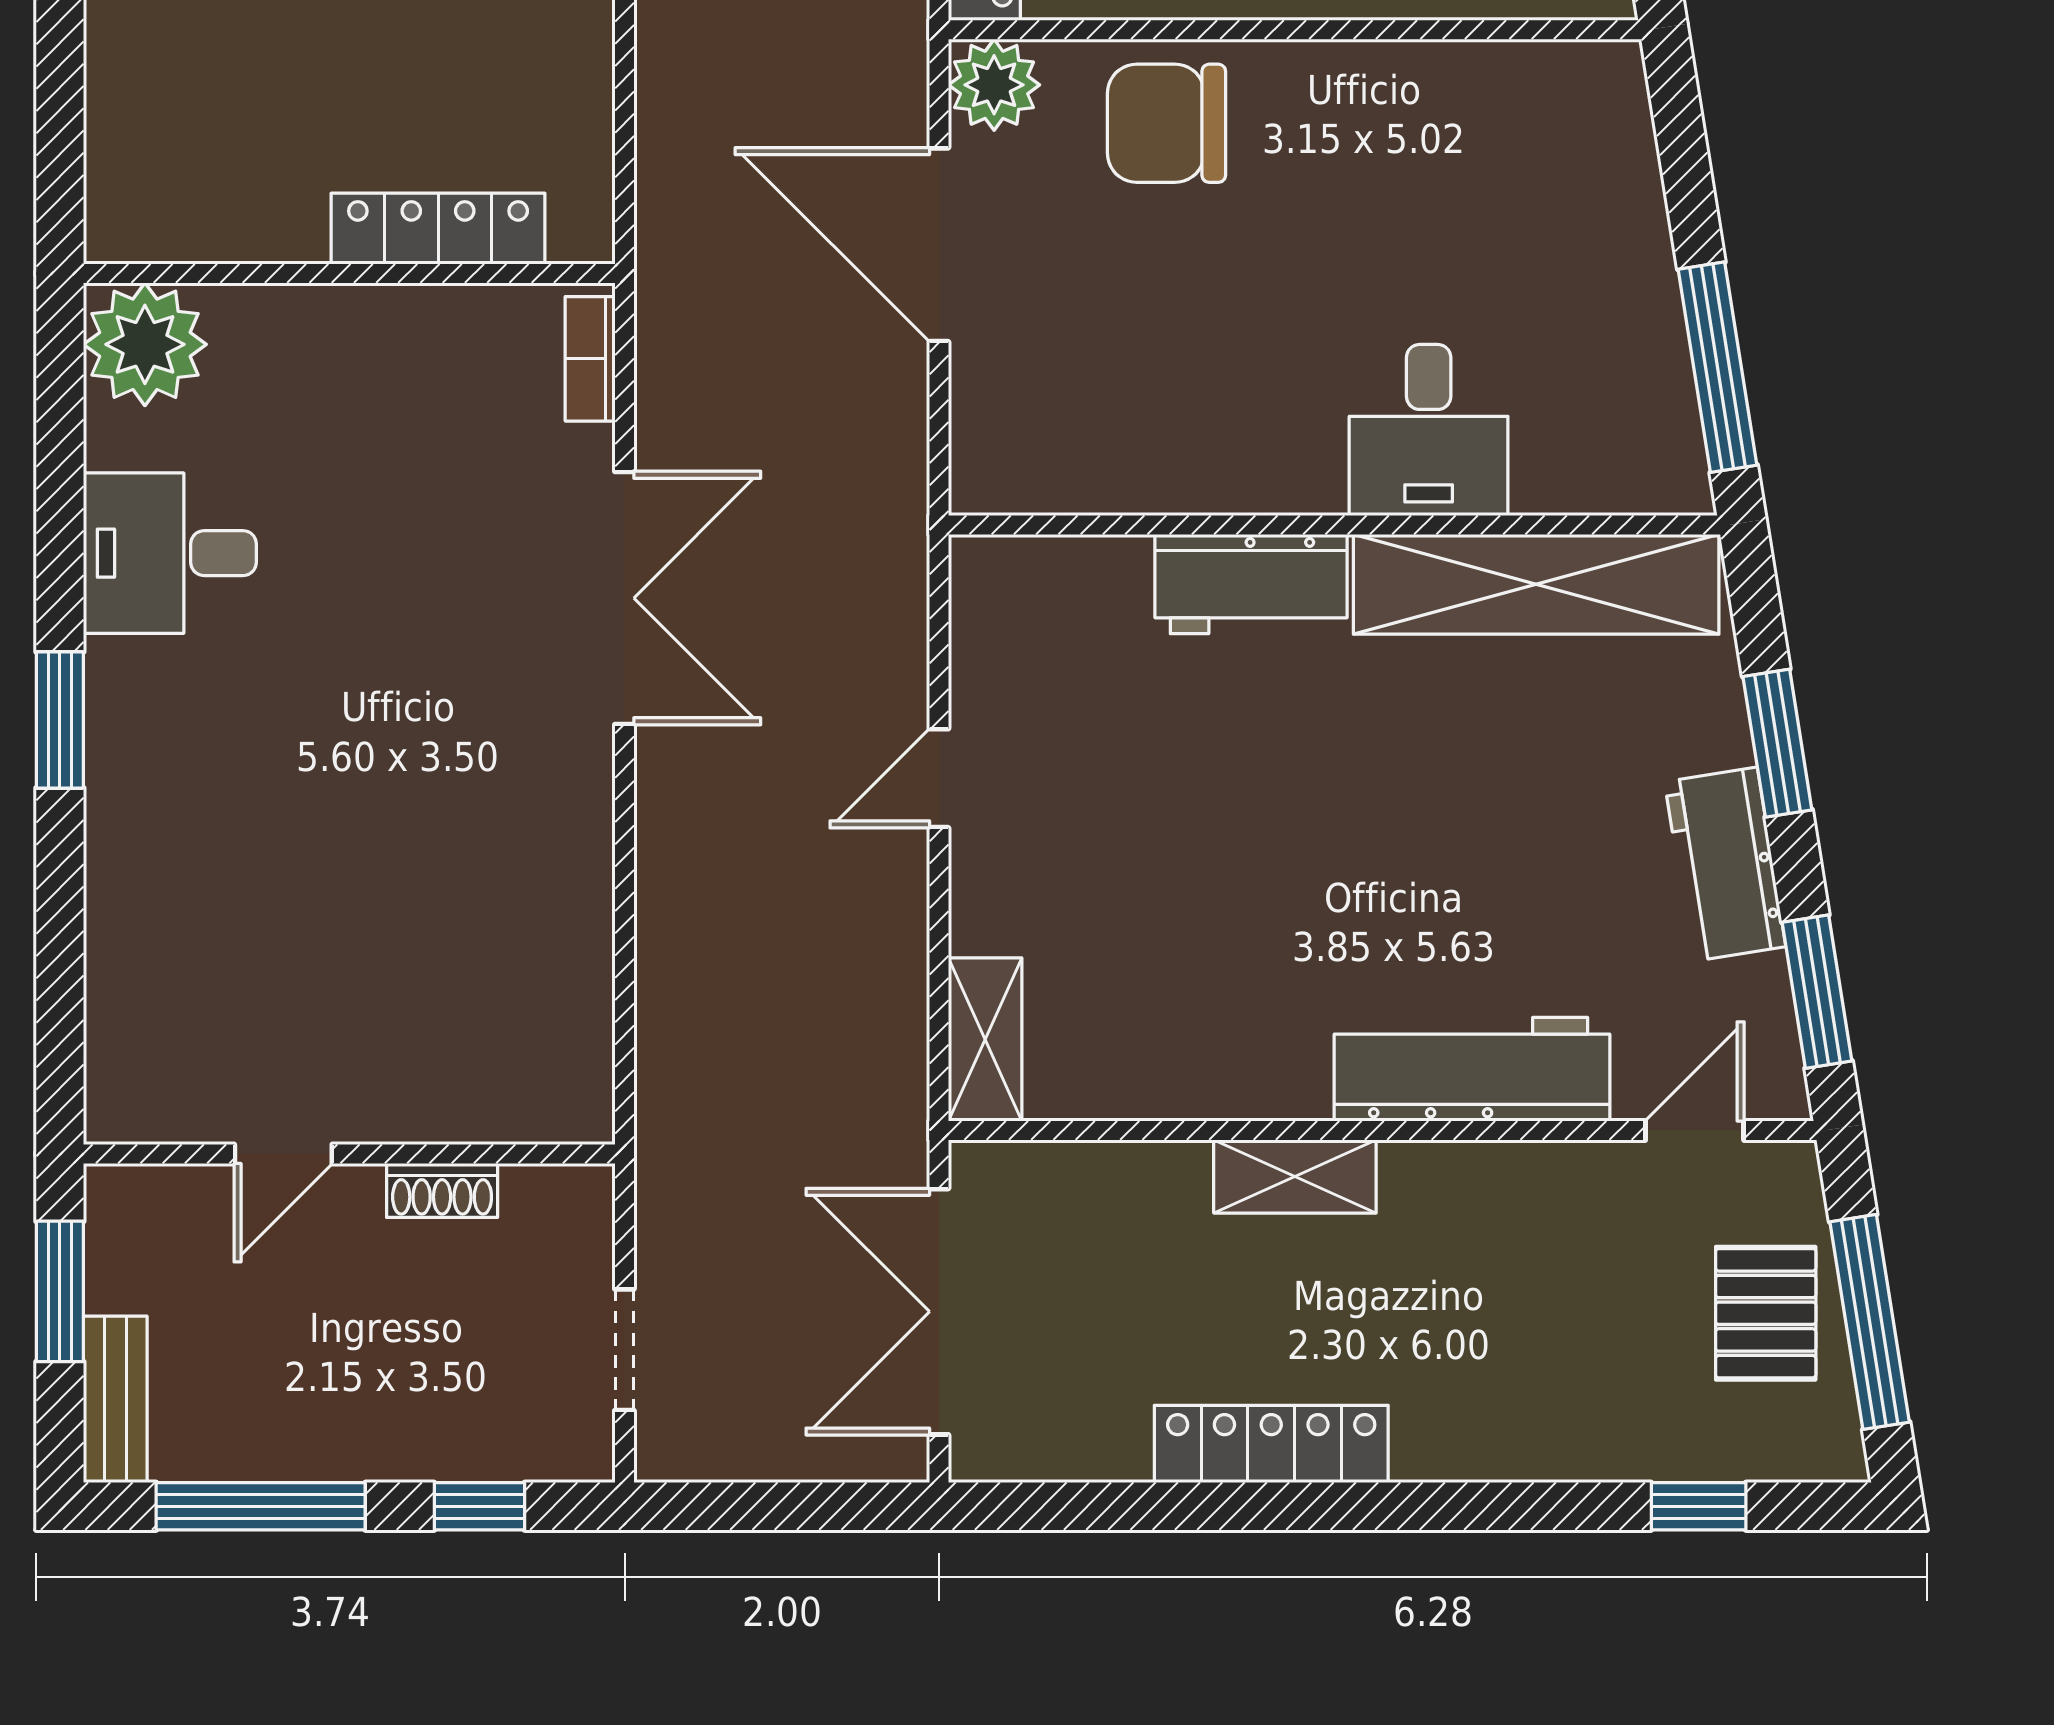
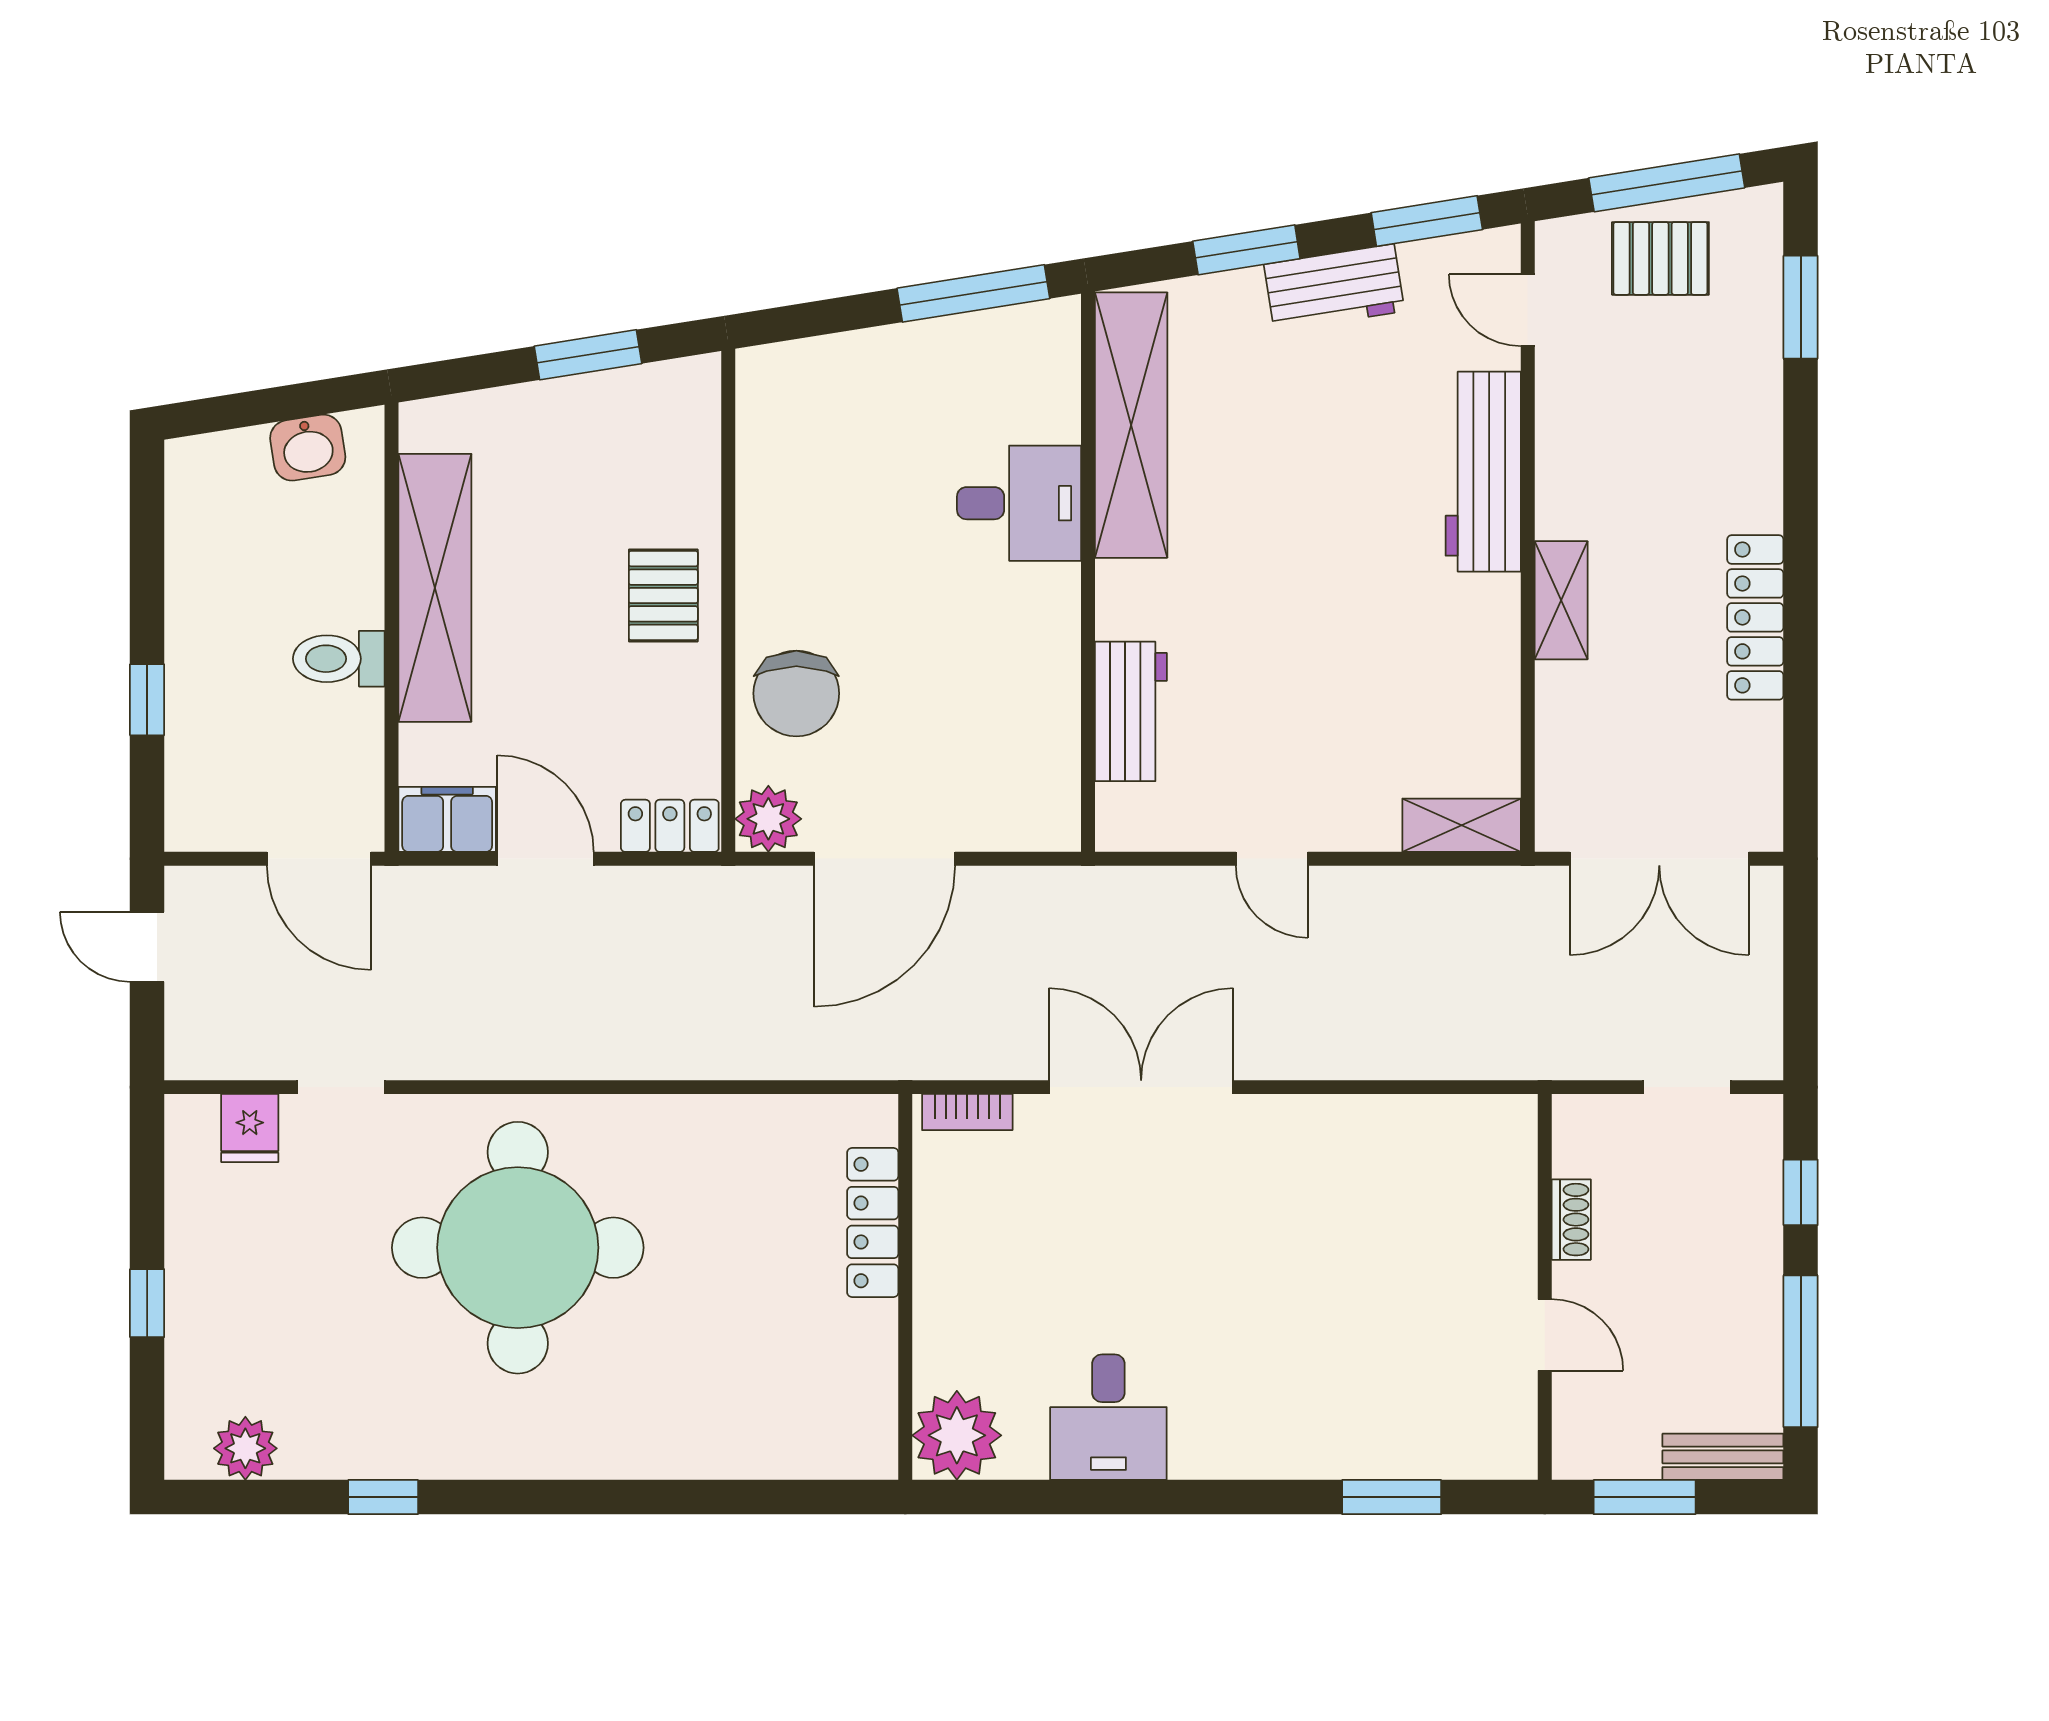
workbench: (1251, 584) -> (1131, 711), moved
window: (60, 720) -> (1392, 1497), moved
window: (1699, 1506) -> (1801, 307), width x1.50

